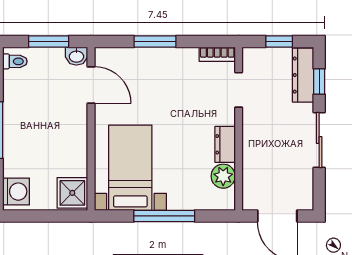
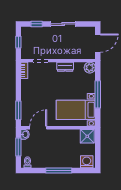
window: (155, 41) -> (18, 110), moved
dresser: (303, 75) -> (34, 31), removed
plant: (223, 176) -> (90, 68), moved

